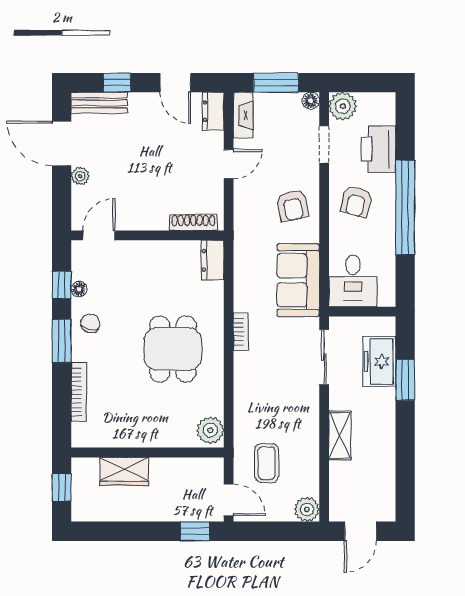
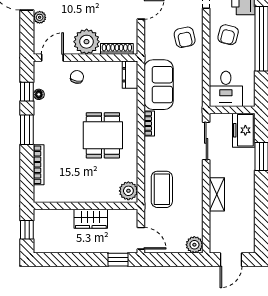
plant: (149, 212) -> (87, 42), added
sofa: (298, 280) -> (159, 85), moved, turned 180
chair: (90, 323) -> (77, 77), moved
freezer: (379, 361) -> (244, 130), moved
coffee table: (267, 463) -> (162, 189), moved, width x1.36, depth x1.30
wardrobe: (124, 471) -> (91, 219), moved

